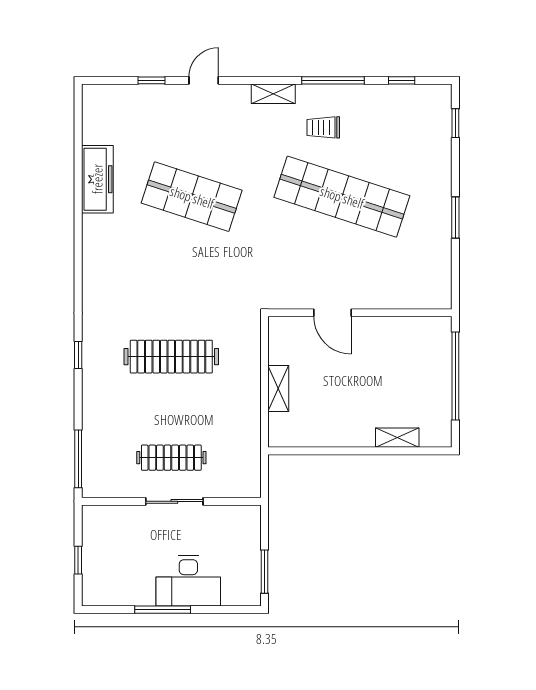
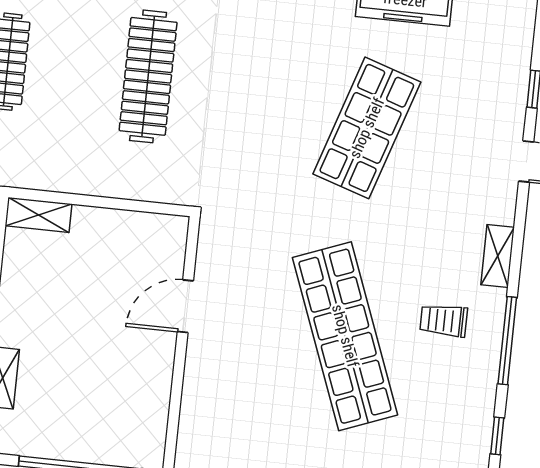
trolley: (323, 127) -> (444, 320), turned -90
shop shelf: (342, 197) -> (345, 336), turned -39
shelving: (278, 389) -> (39, 215), moved

